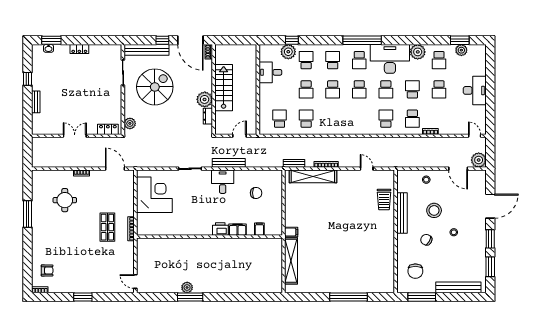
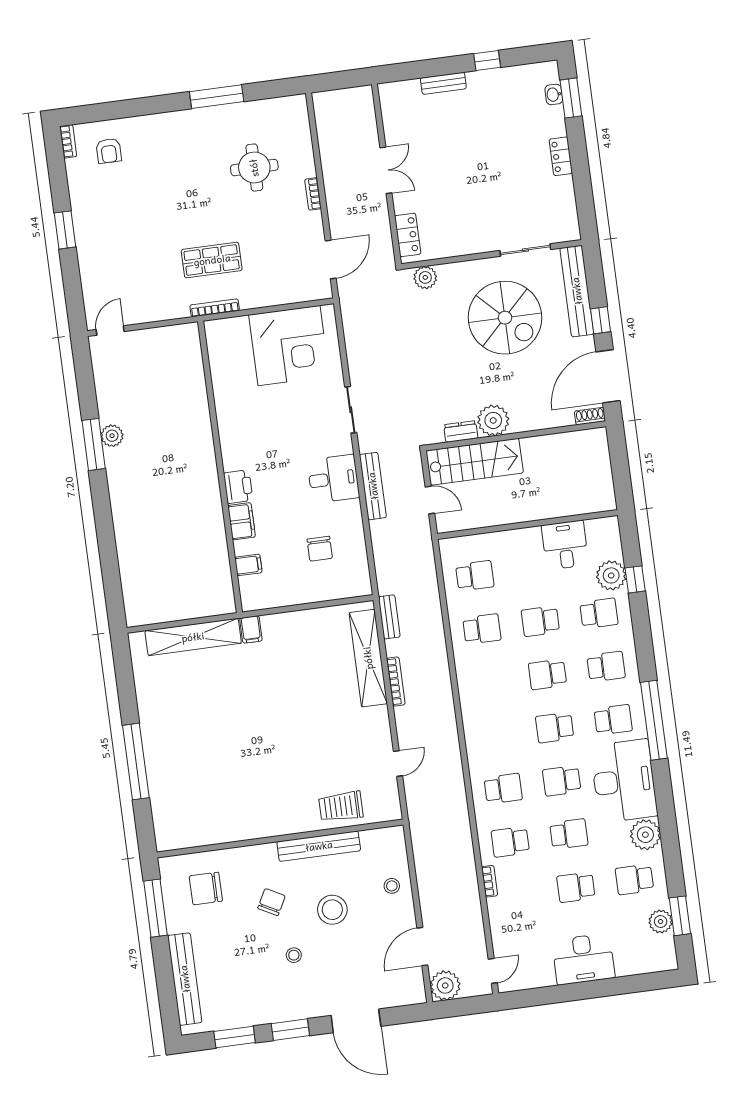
school desk: (359, 60) -> (613, 720), turned 180
stairs: (224, 88) -> (475, 462), moved

